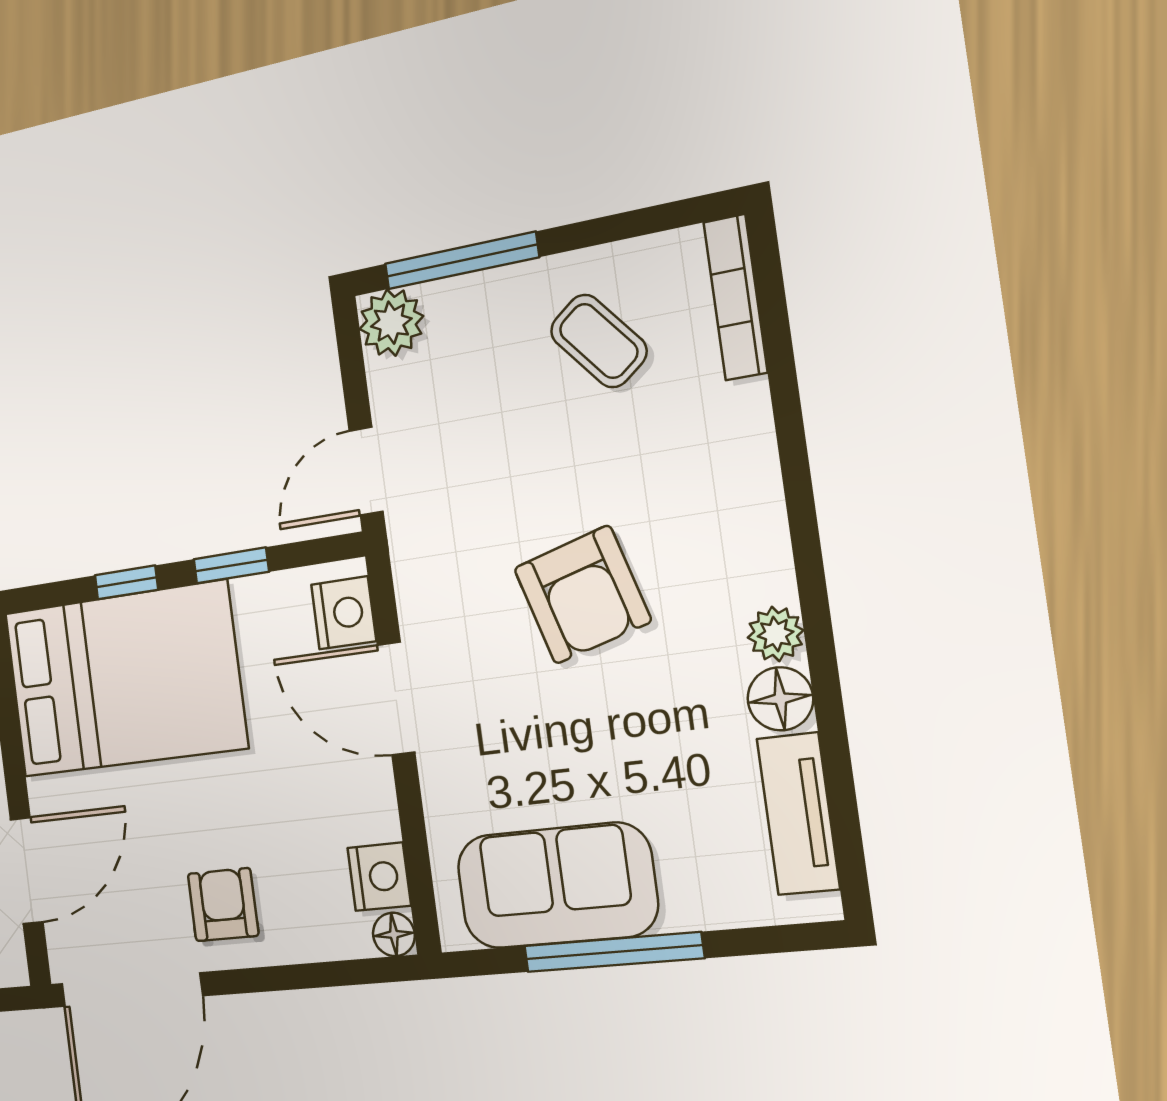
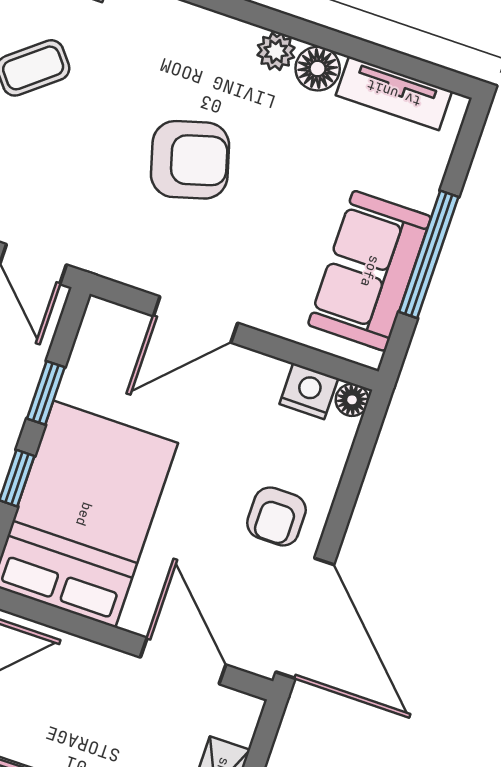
nightstand: (344, 613) -> (120, 328), removed
armchair: (223, 905) -> (276, 516), turned -90

